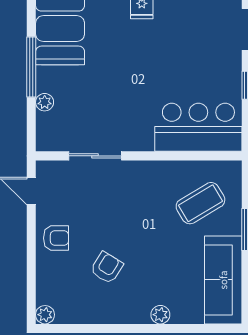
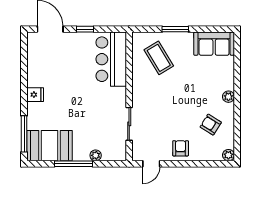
armchair: (107, 268) -> (211, 125), moved
sofa: (223, 280) -> (214, 44), width x0.73
plant: (160, 315) -> (228, 97), moved

